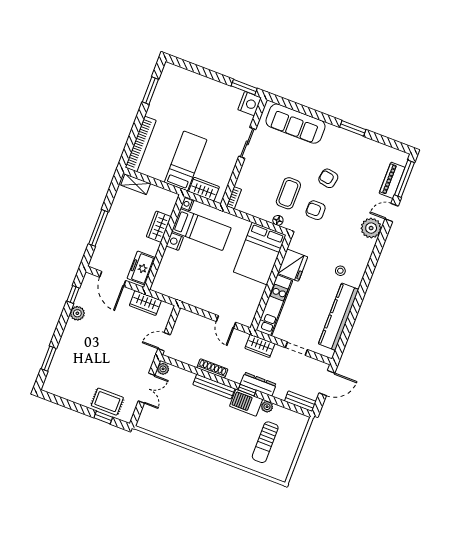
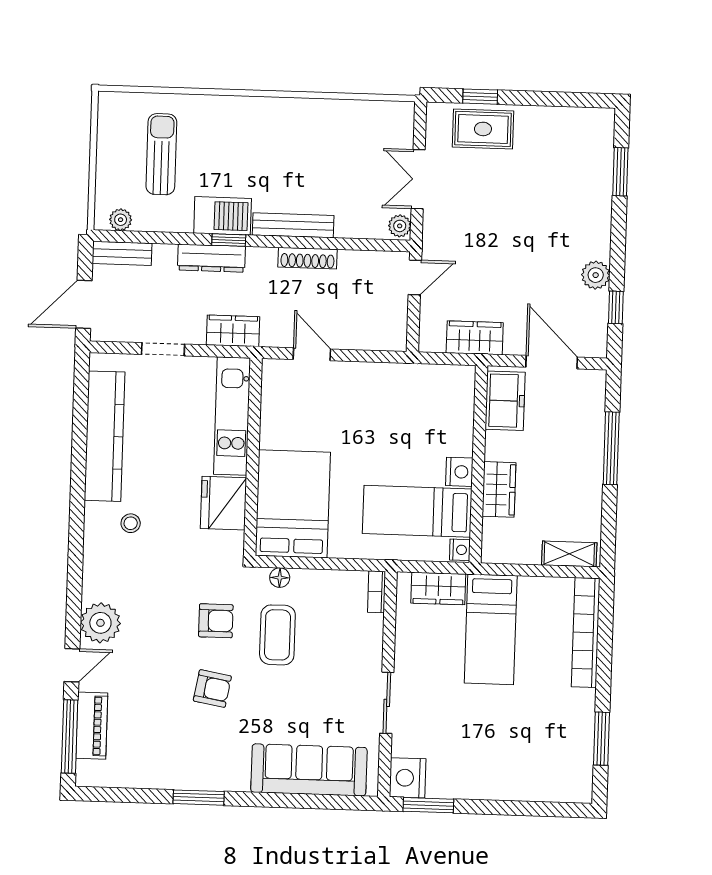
plant: (267, 407) -> (121, 220), moved

